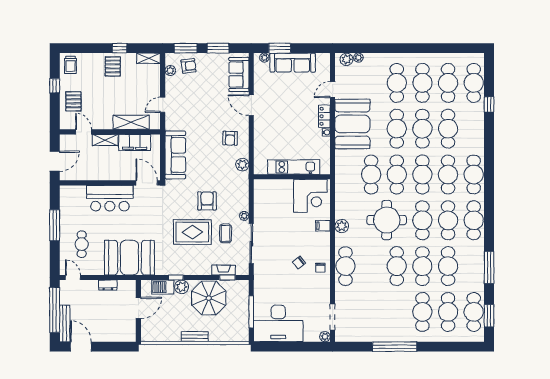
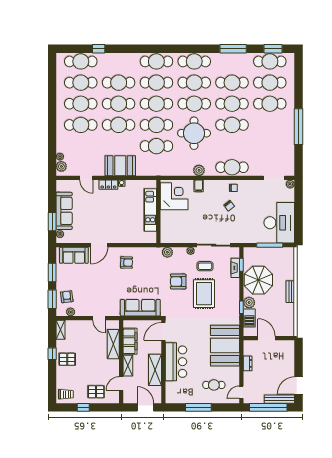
booth: (352, 124) -> (120, 166), width x0.73, depth x0.70
plant: (242, 165) -> (167, 252), moved
shelving: (100, 173) -> (155, 370), added

